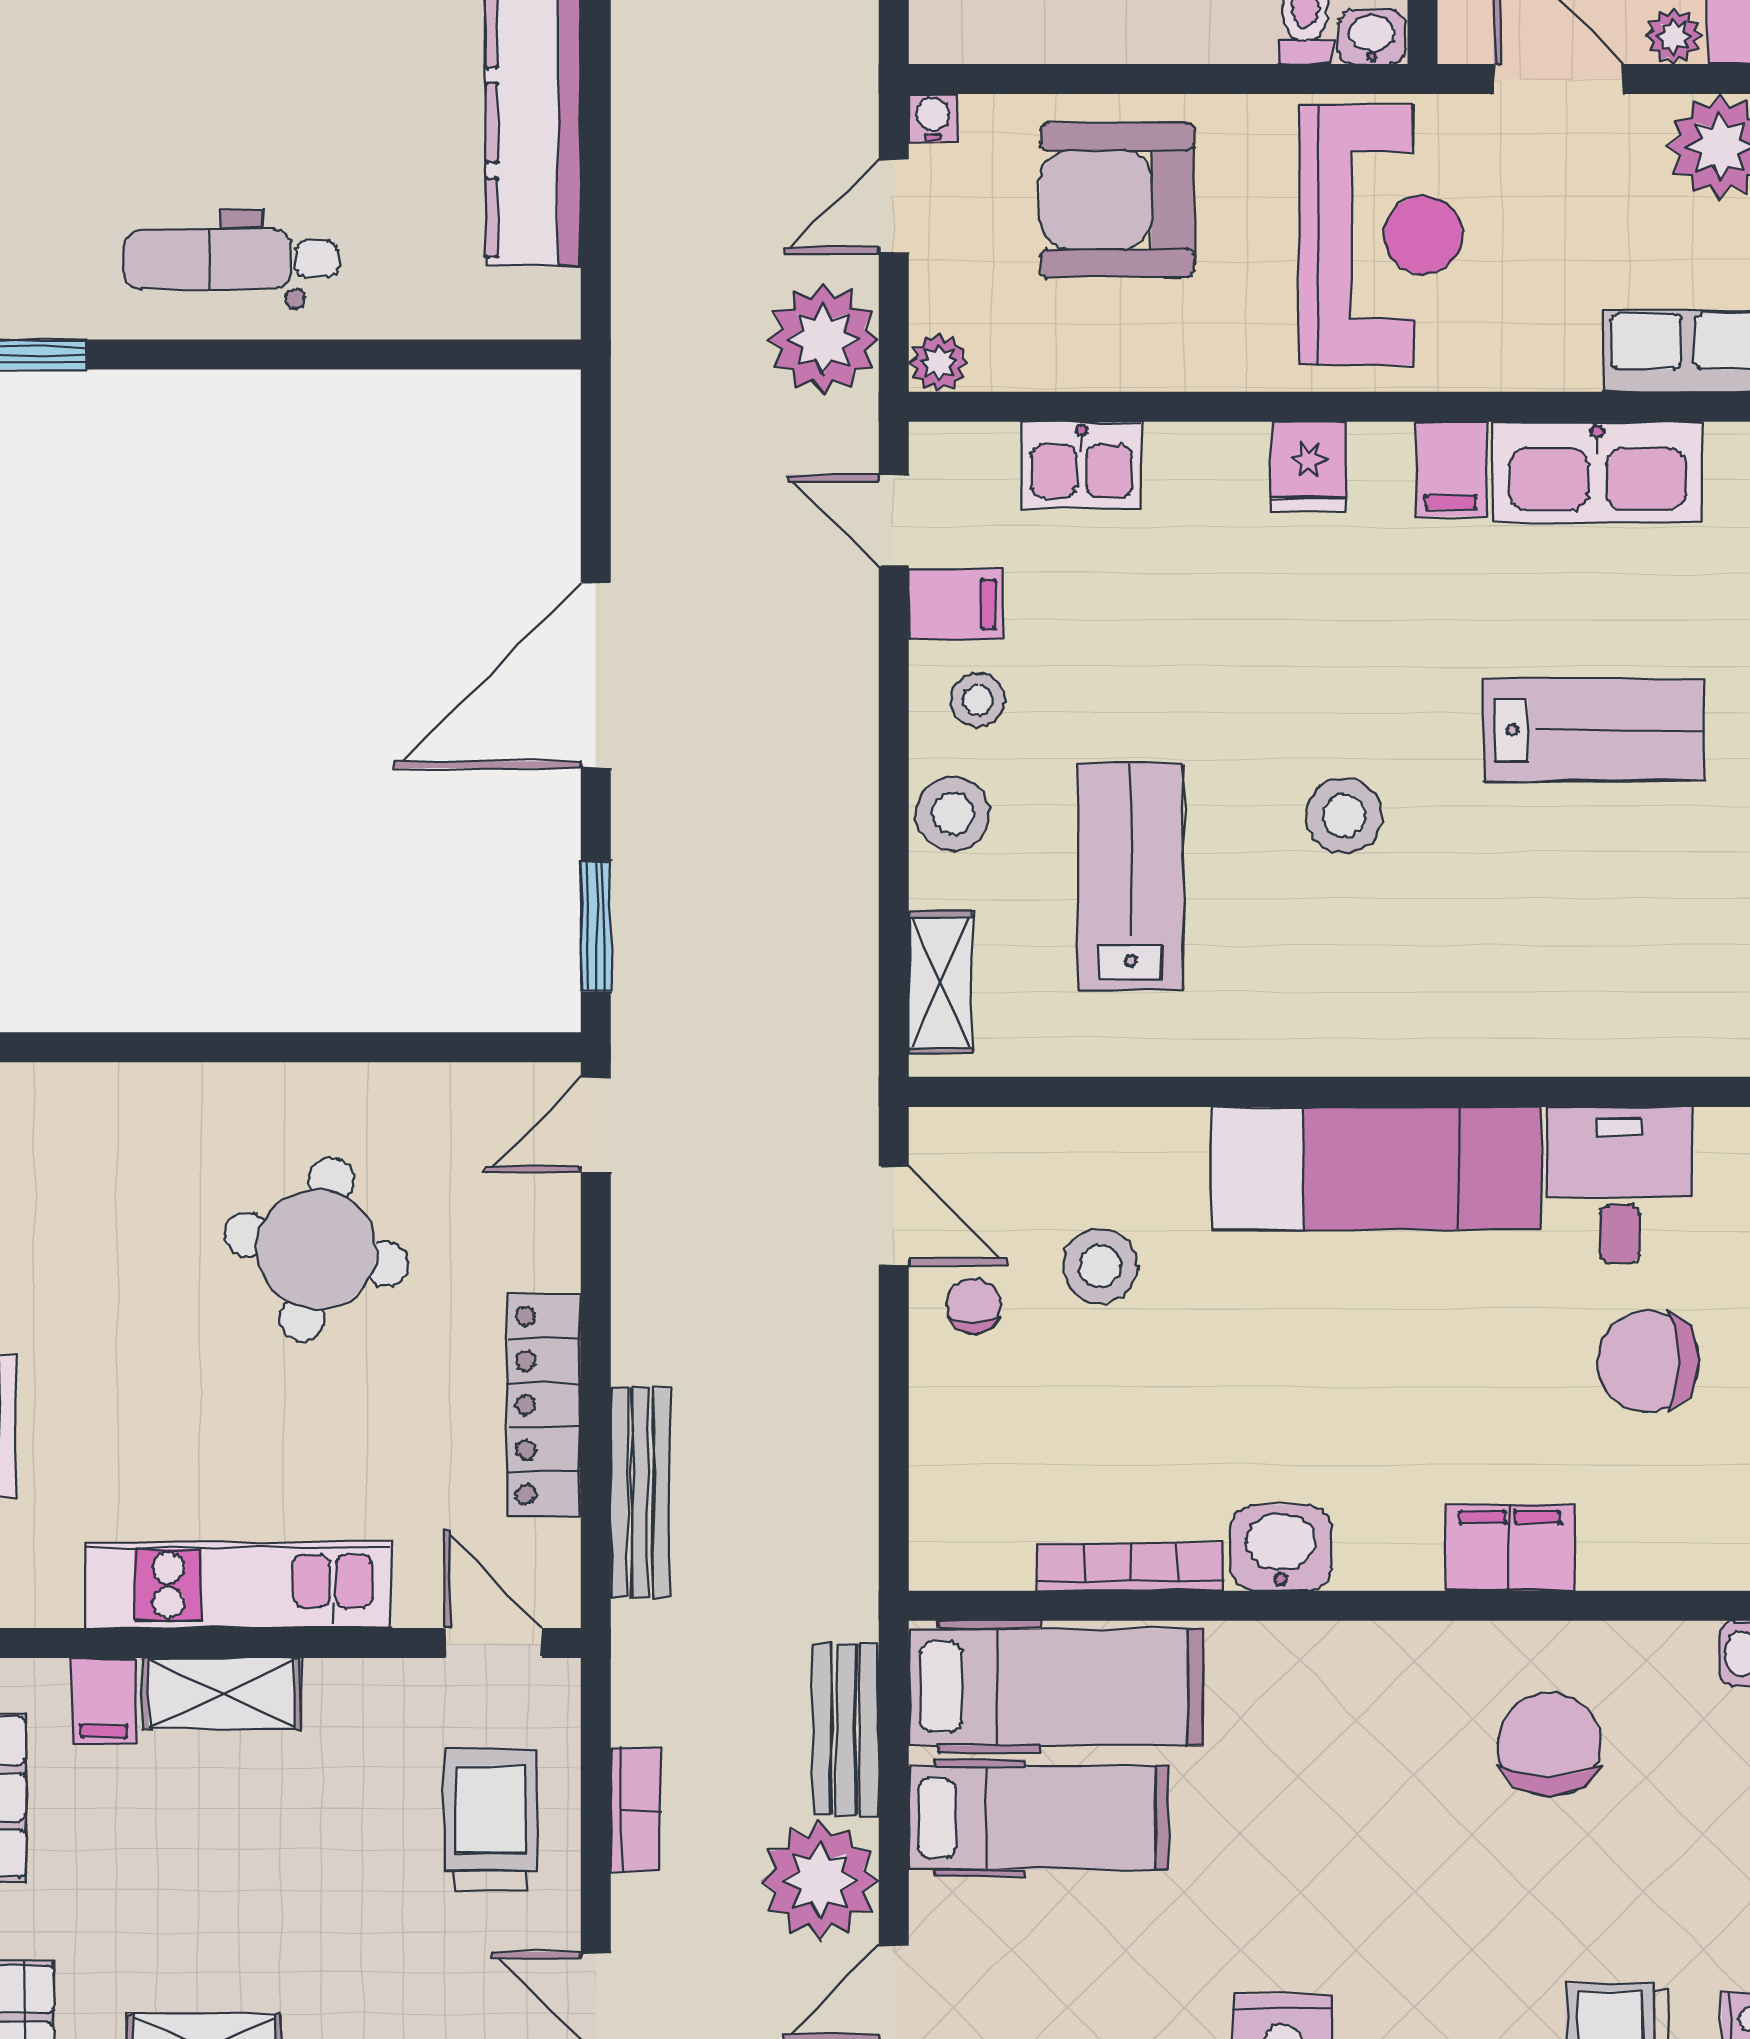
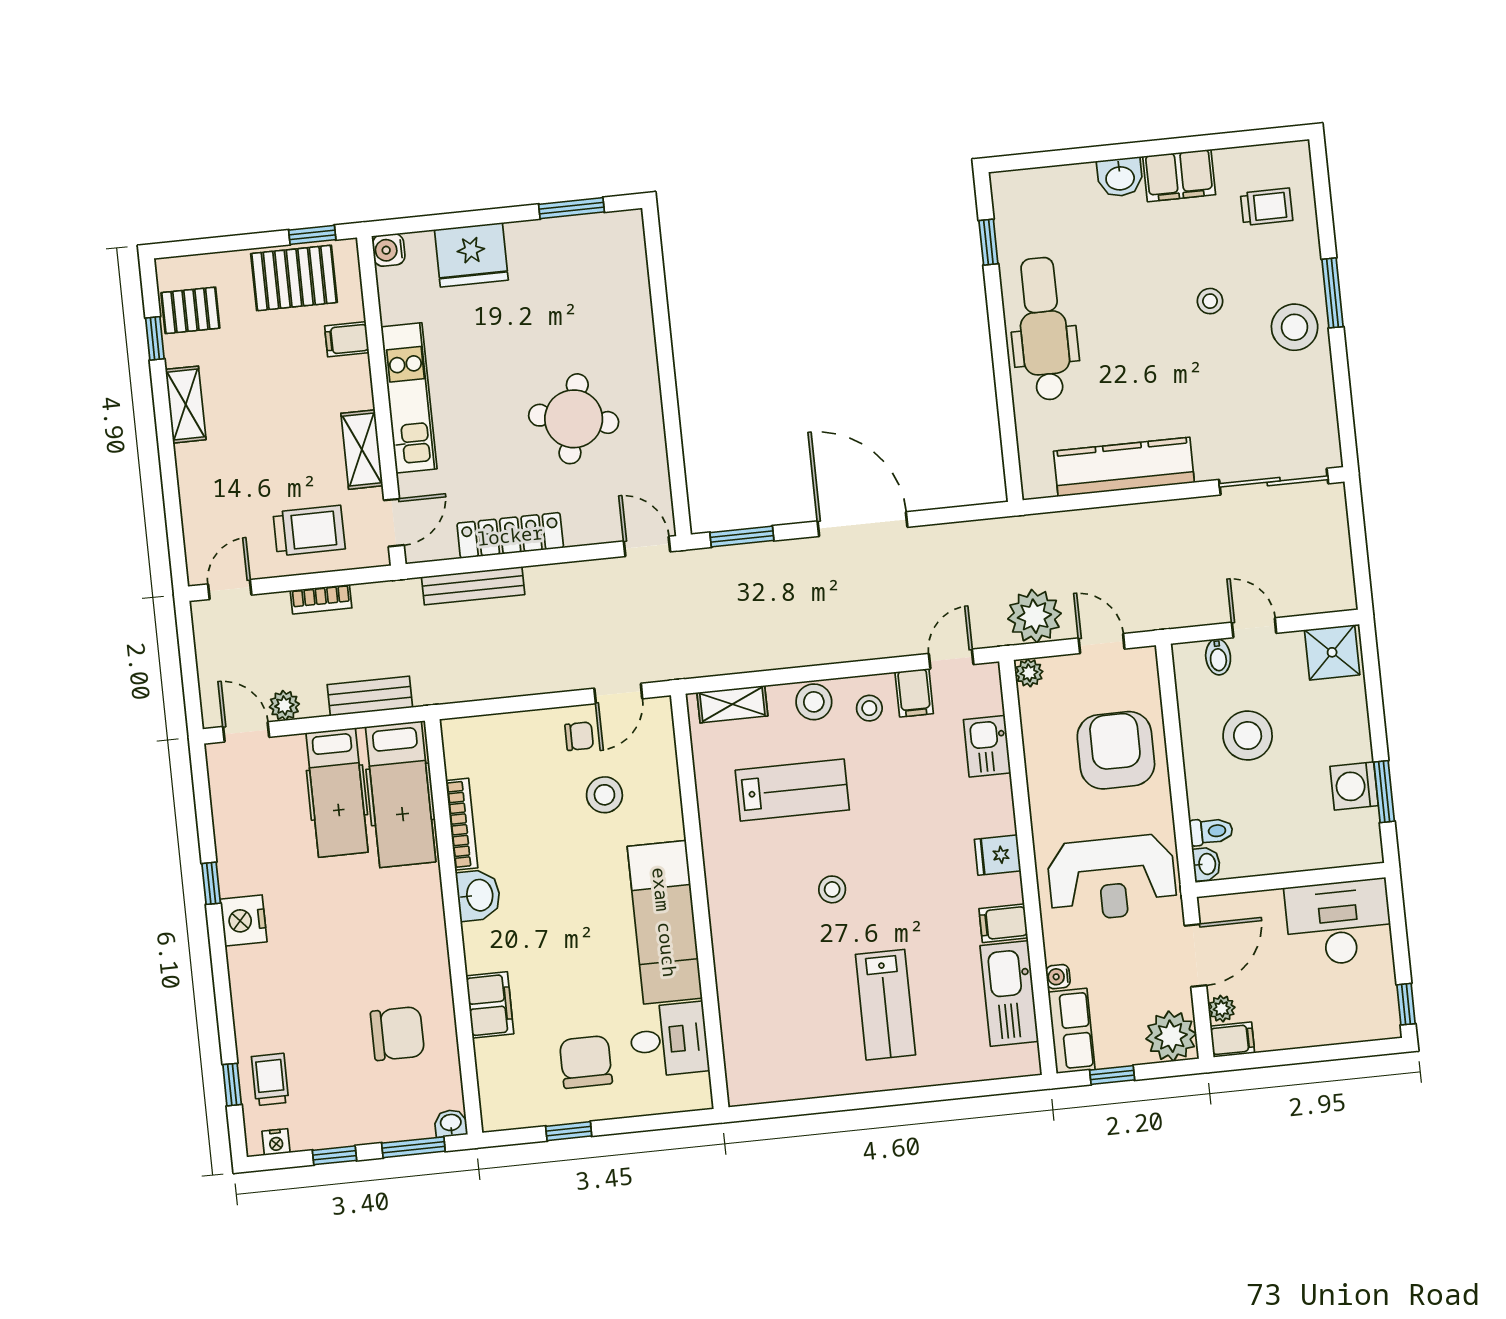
water cooler: (933, 118) -> (1058, 977), moved, turned 180
dental chair: (231, 259) -> (1044, 329), width x1.36, depth x1.38
stool: (1344, 816) -> (832, 889), width x0.73, depth x0.73
shelving: (222, 1694) -> (362, 450), moved
plant: (820, 1881) -> (284, 706), width x0.53, depth x0.53

